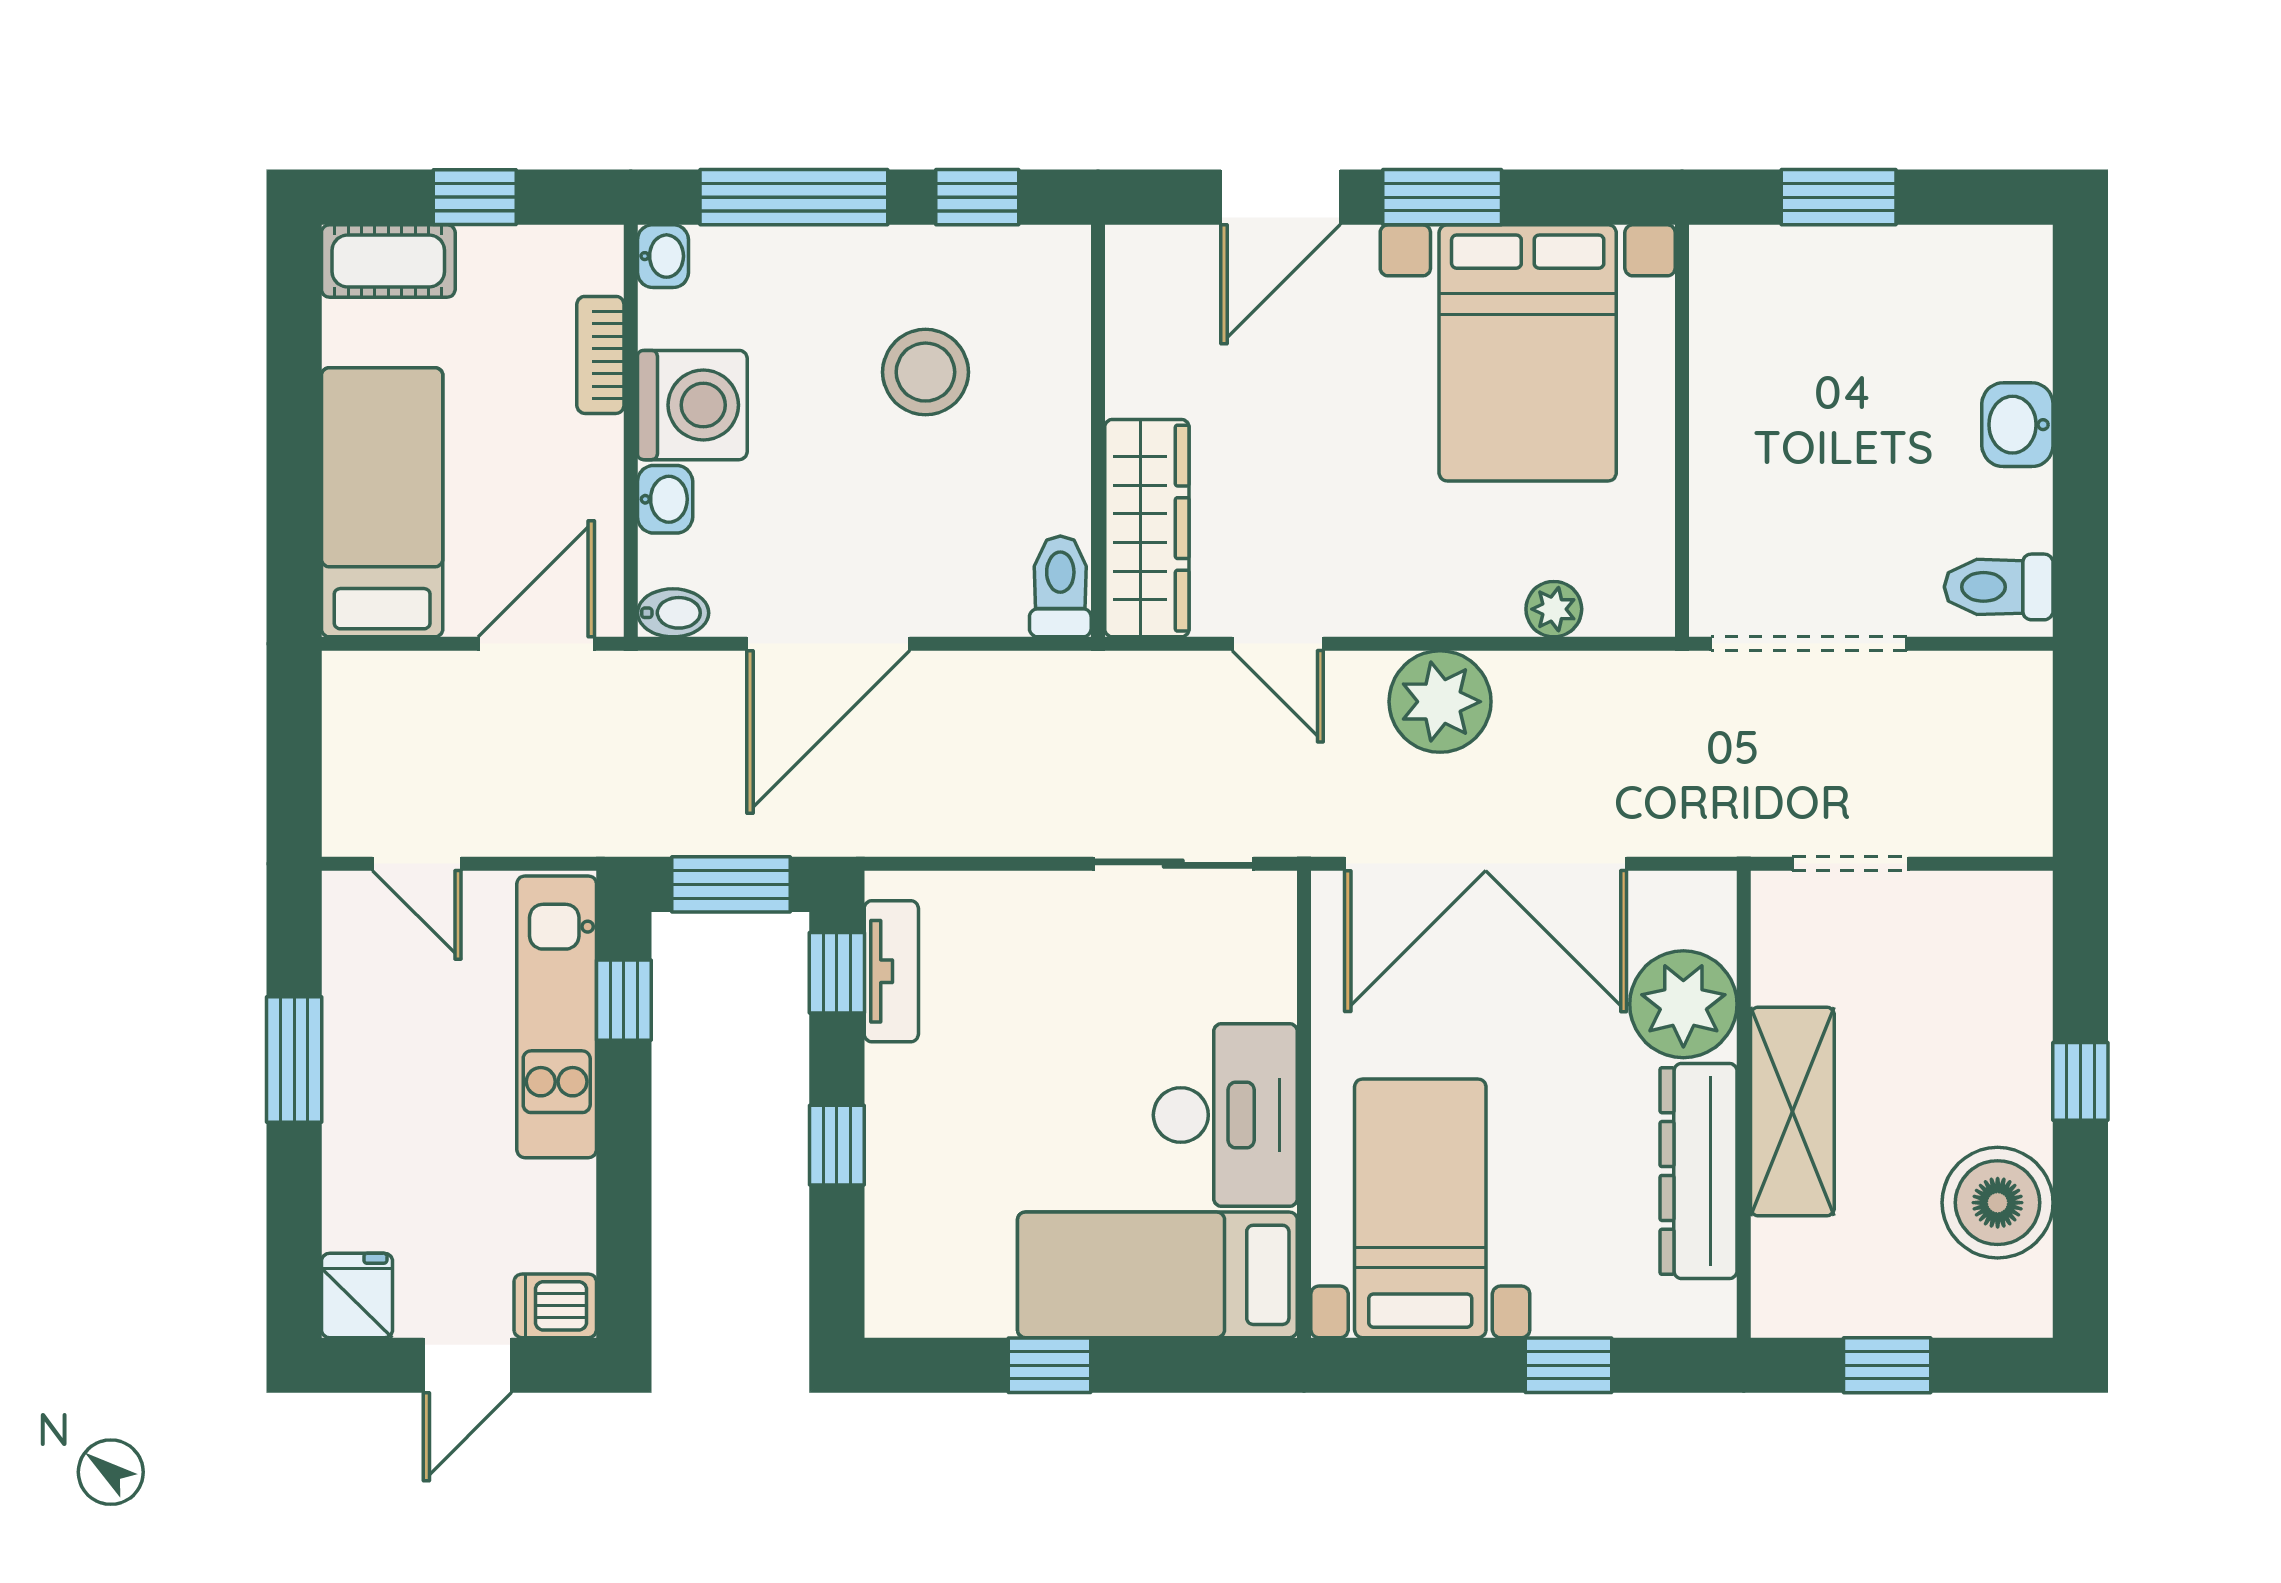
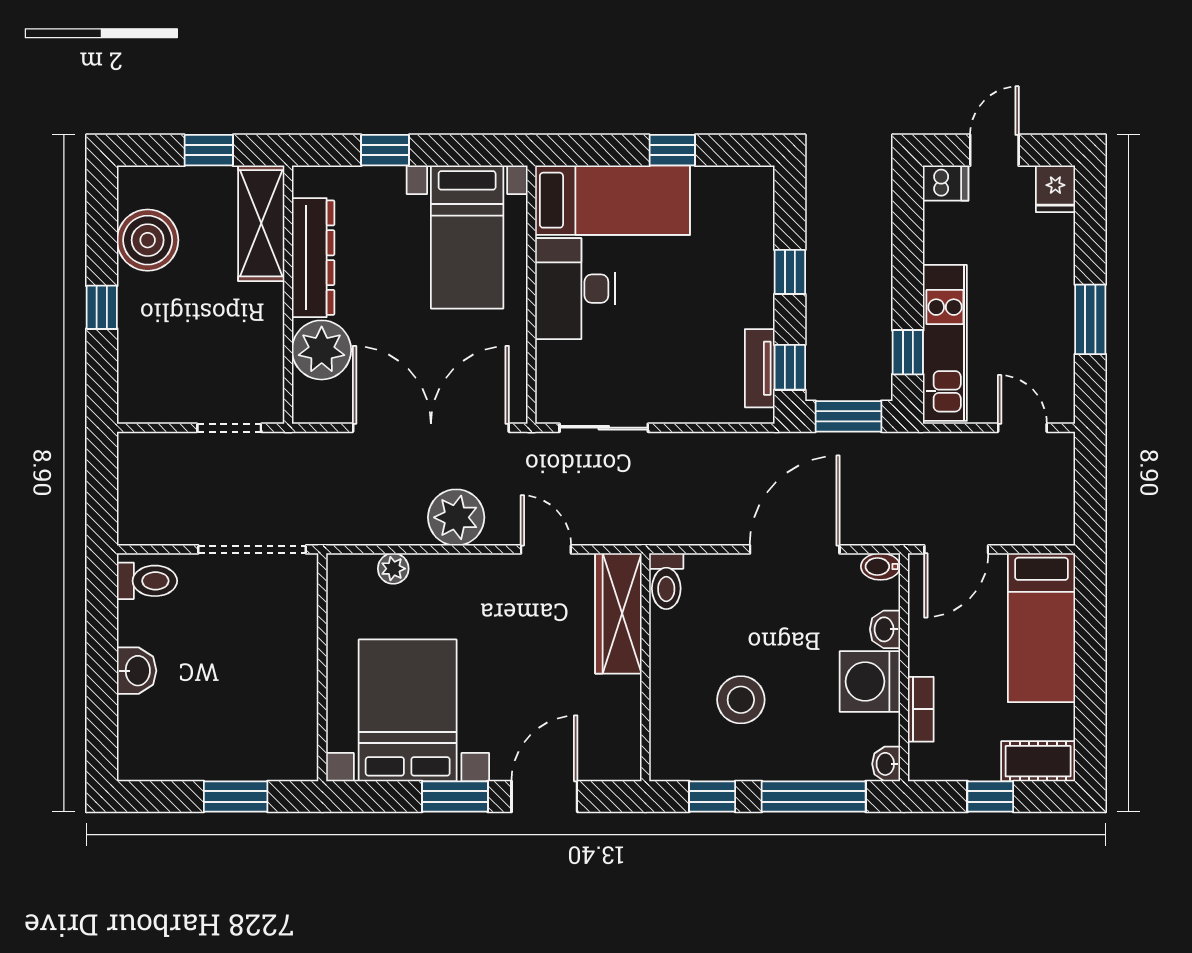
shelving: (1792, 1111) -> (261, 223), moved

